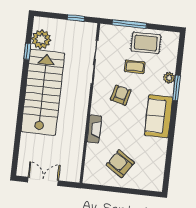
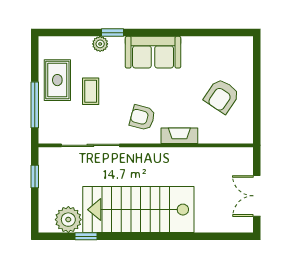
window: (176, 88) -> (113, 33), width x0.67
armchair: (121, 95) -> (142, 118), moved

